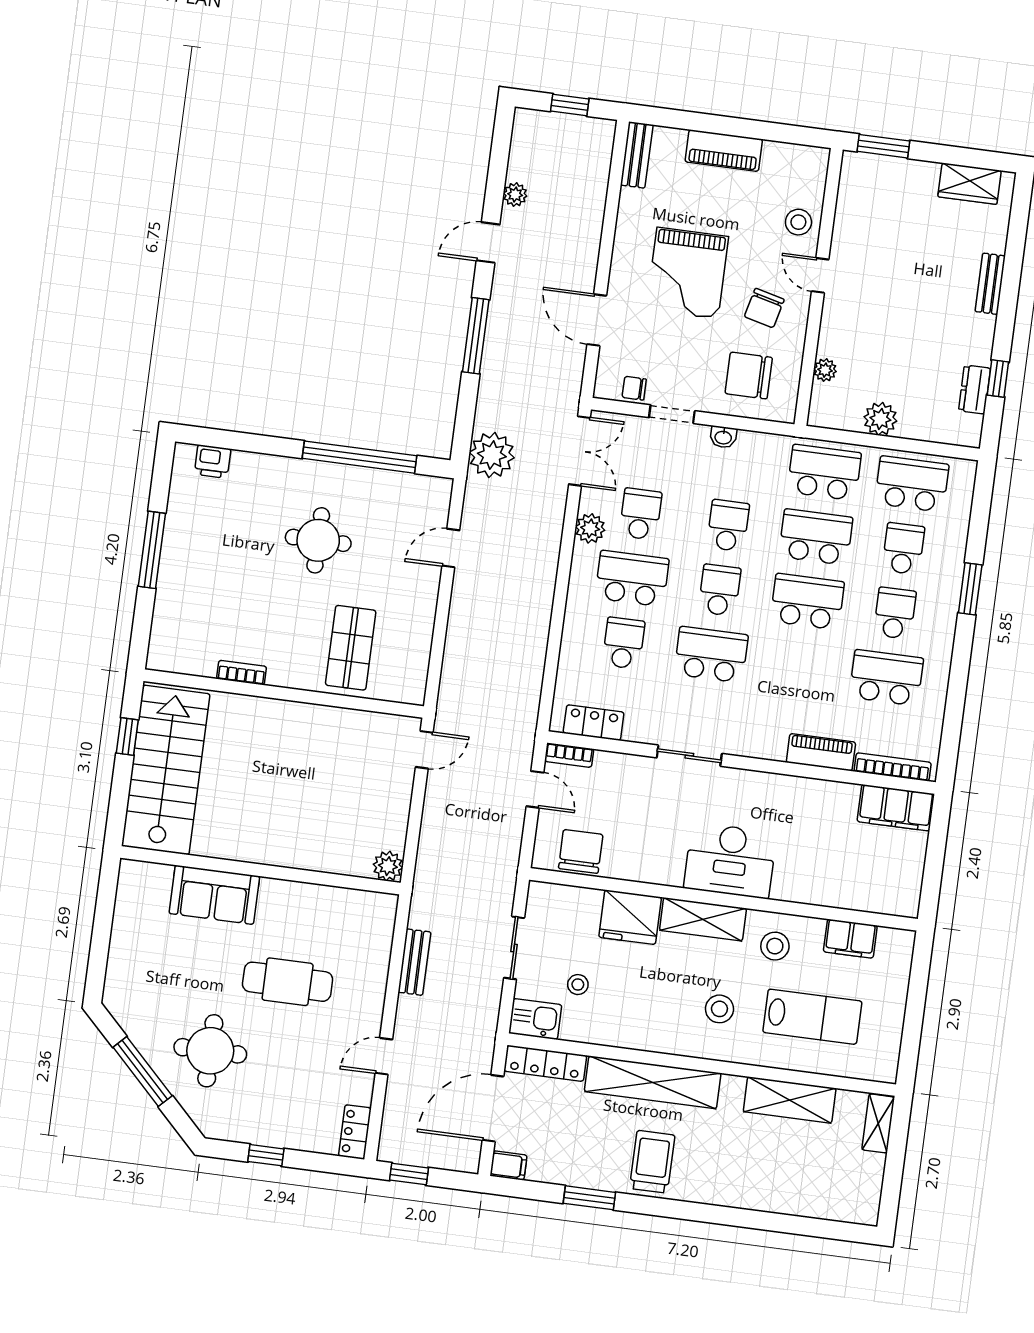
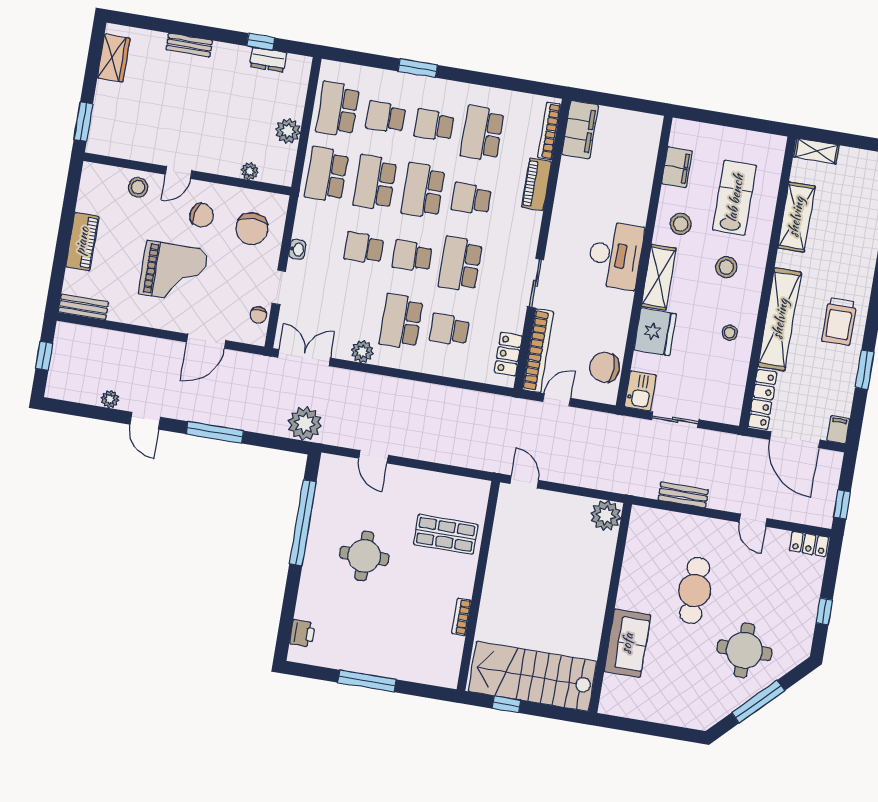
school desk: (640, 514) -> (471, 199), moved
bookcase: (569, 755) -> (538, 351), width x2.31, depth x1.31
plant: (388, 866) -> (606, 516), width x1.36, depth x1.36
stool: (578, 985) -> (730, 333), moved
kitchen sink: (535, 1019) -> (640, 391), moved, turned 180
trolley: (652, 1162) -> (839, 322), turned -90

